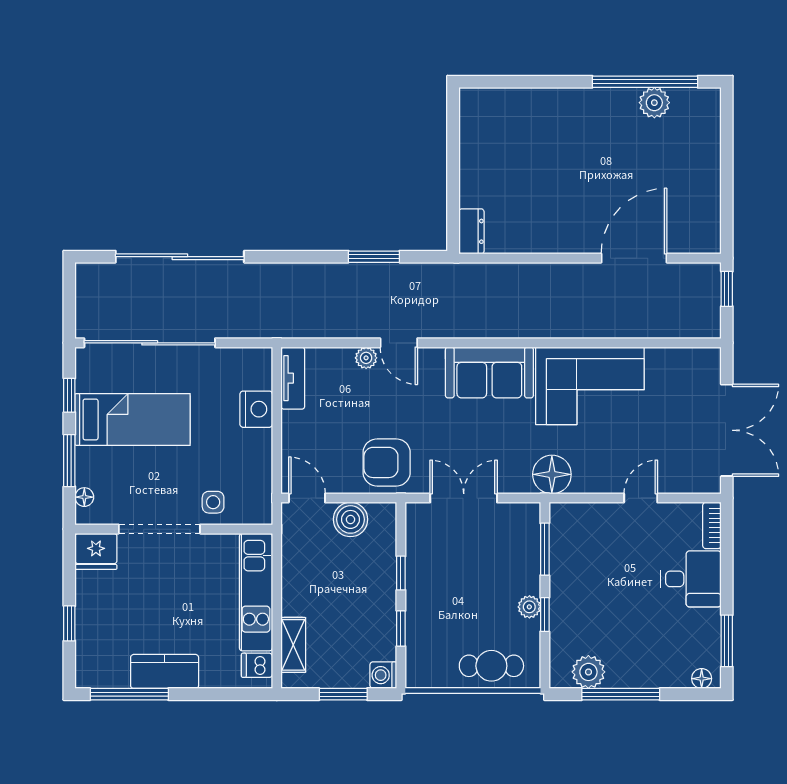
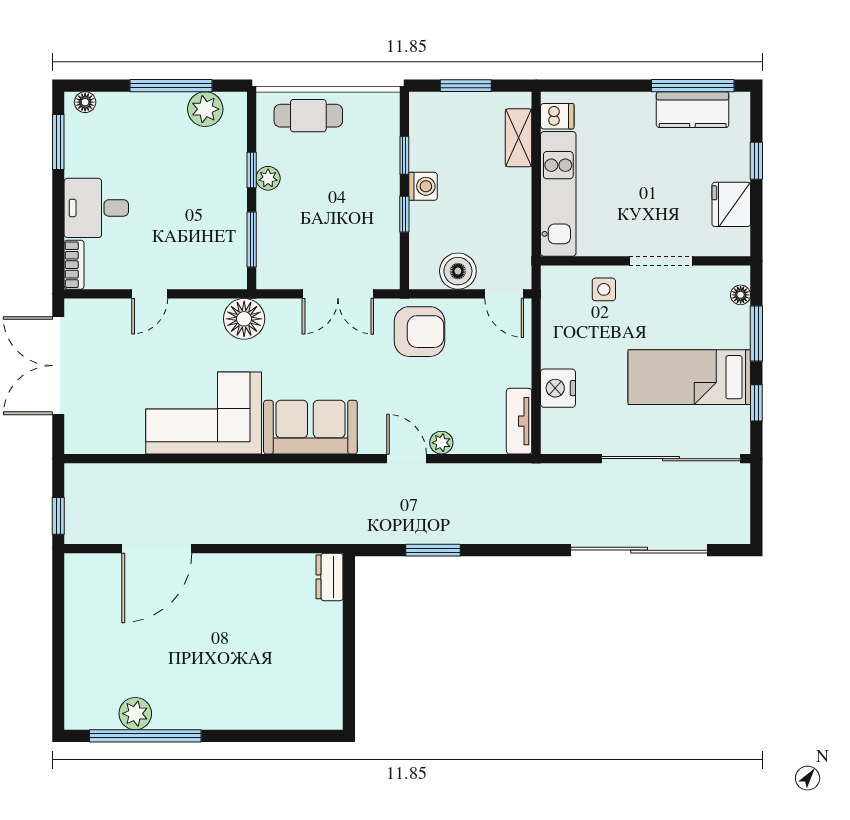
doorway: (159, 529) -> (661, 261), width x0.73
fridge: (96, 551) -> (731, 204), moved, turned -90
kitchen counter: (165, 671) -> (693, 110), moved
washing machine: (383, 675) -> (423, 186), moved

